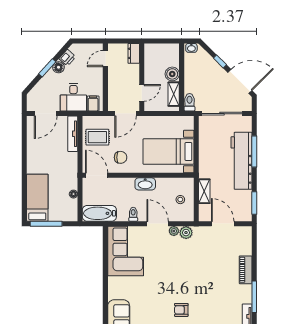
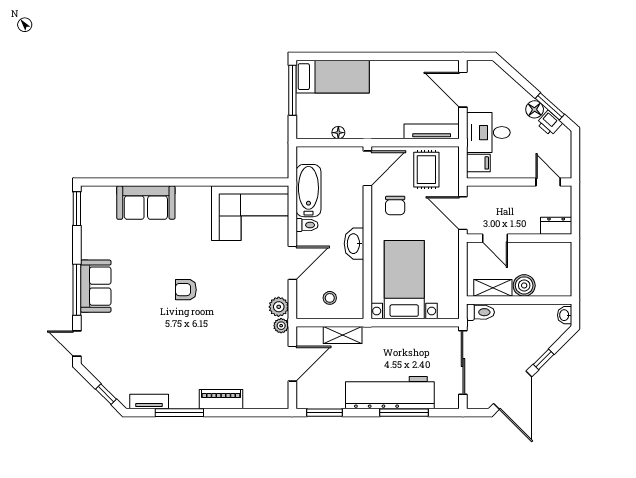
window: (47, 68) -> (550, 106), moved
bathtub: (99, 213) -> (308, 191), moved
plant: (174, 231) -> (281, 326), moved
armchair: (181, 310) -> (186, 290), moved, turned -90

